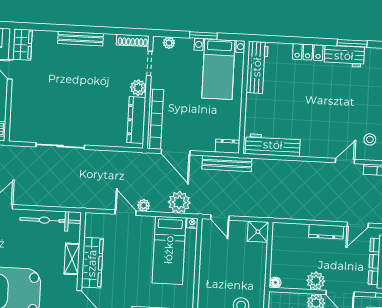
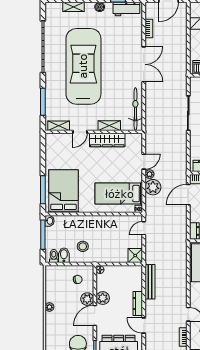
bench: (227, 164) -> (150, 282), moved
plant: (179, 202) -> (153, 187), moved

